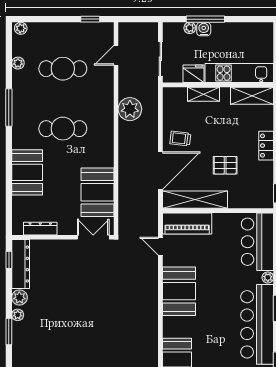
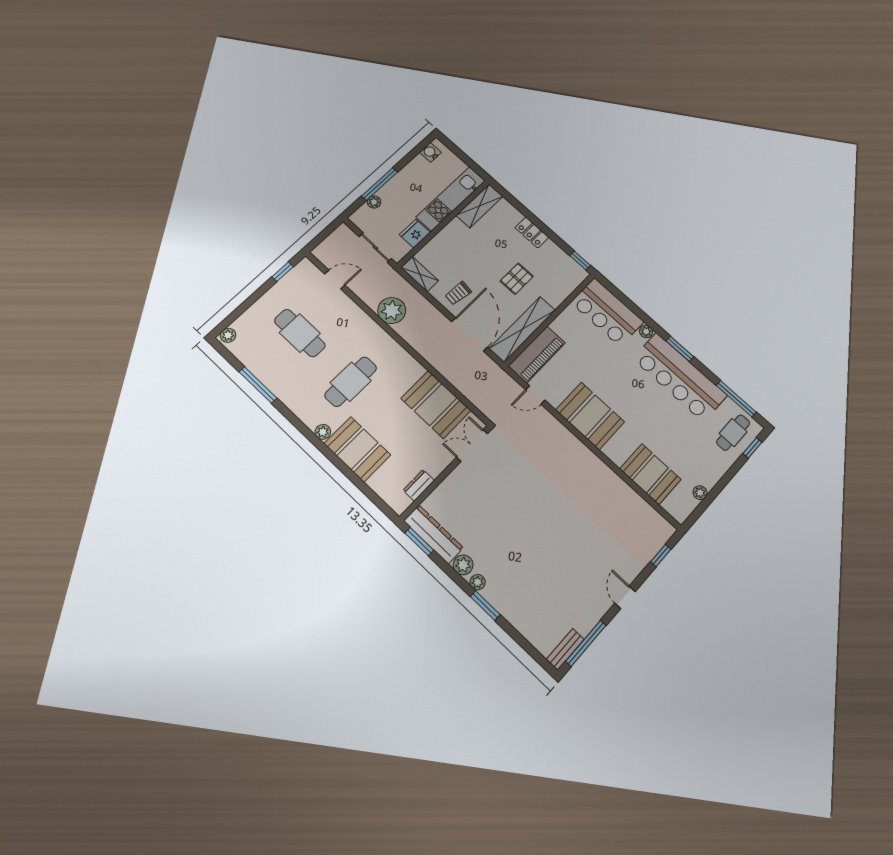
water cooler: (204, 29) -> (430, 152), moved
door: (116, 55) -> (335, 279), swing flipped
plant: (18, 63) -> (323, 432), moved
cafe table: (63, 69) -> (300, 333), turned 90
shelving: (203, 94) -> (420, 274), moved, turned 90
window: (9, 108) -> (258, 385), moved
dresser: (40, 229) -> (419, 485), width x0.70
window: (9, 260) -> (419, 542), width x1.50

